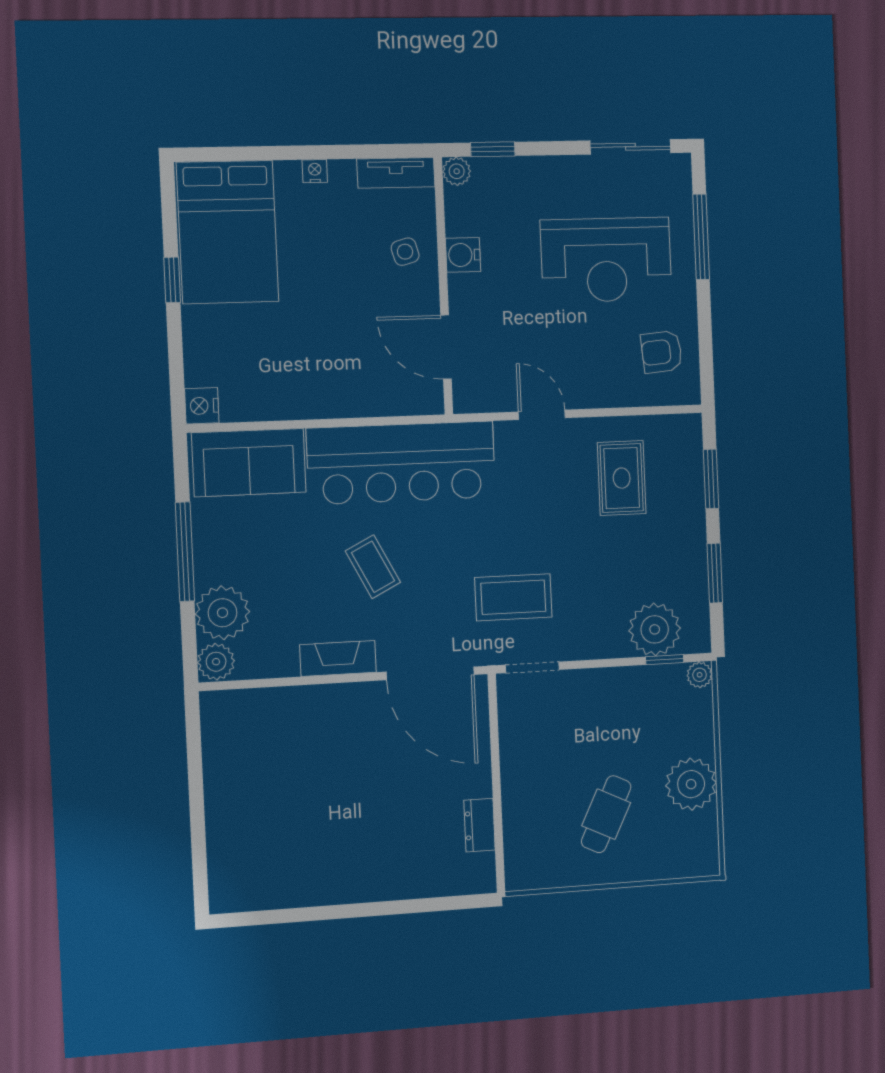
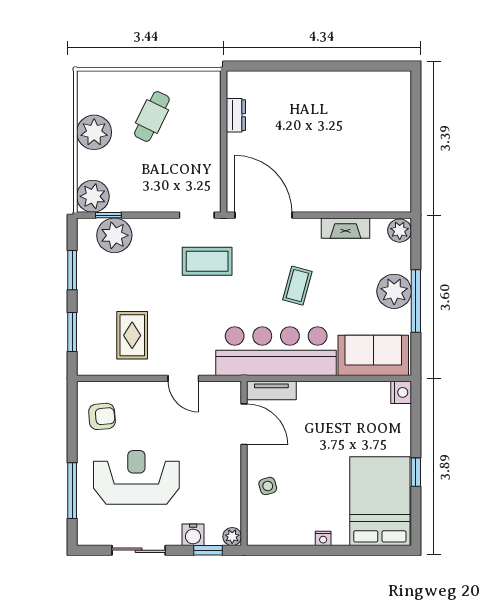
sliding door: (630, 147) -> (139, 550), moved
tv unit: (396, 173) -> (271, 391), moved, turned 180
water cooler: (463, 255) -> (193, 535), moved, turned 90
coffee table: (373, 567) -> (297, 286), turned 42
plant: (223, 613) -> (394, 291), moved
fireplace: (338, 658) -> (346, 228), moved
plant: (700, 675) -> (93, 196), width x1.88, depth x1.88

